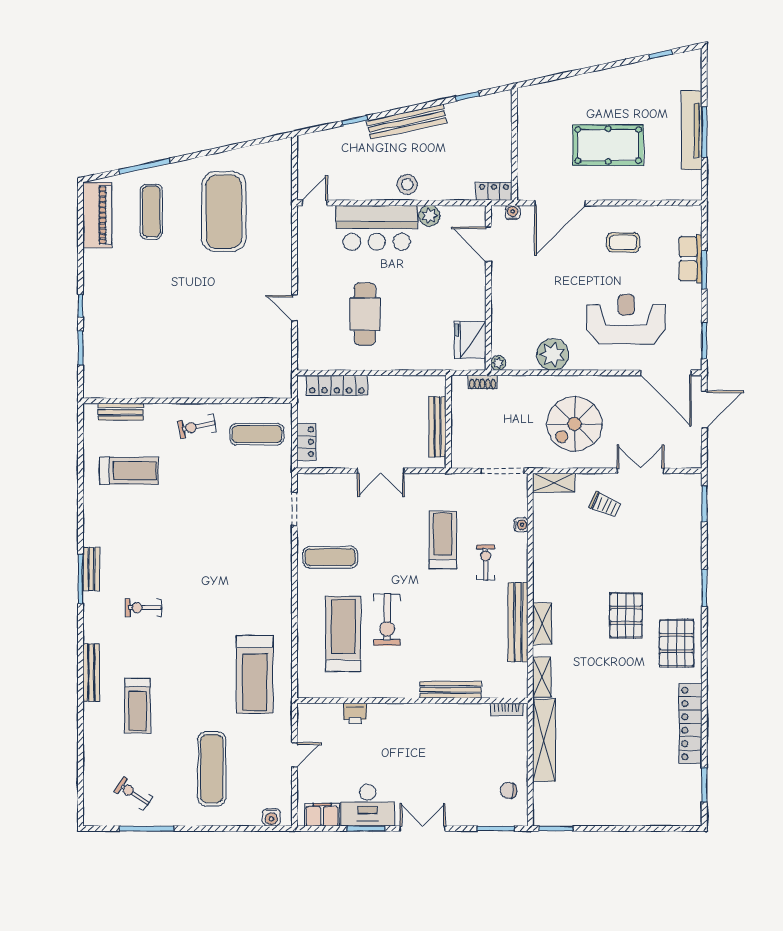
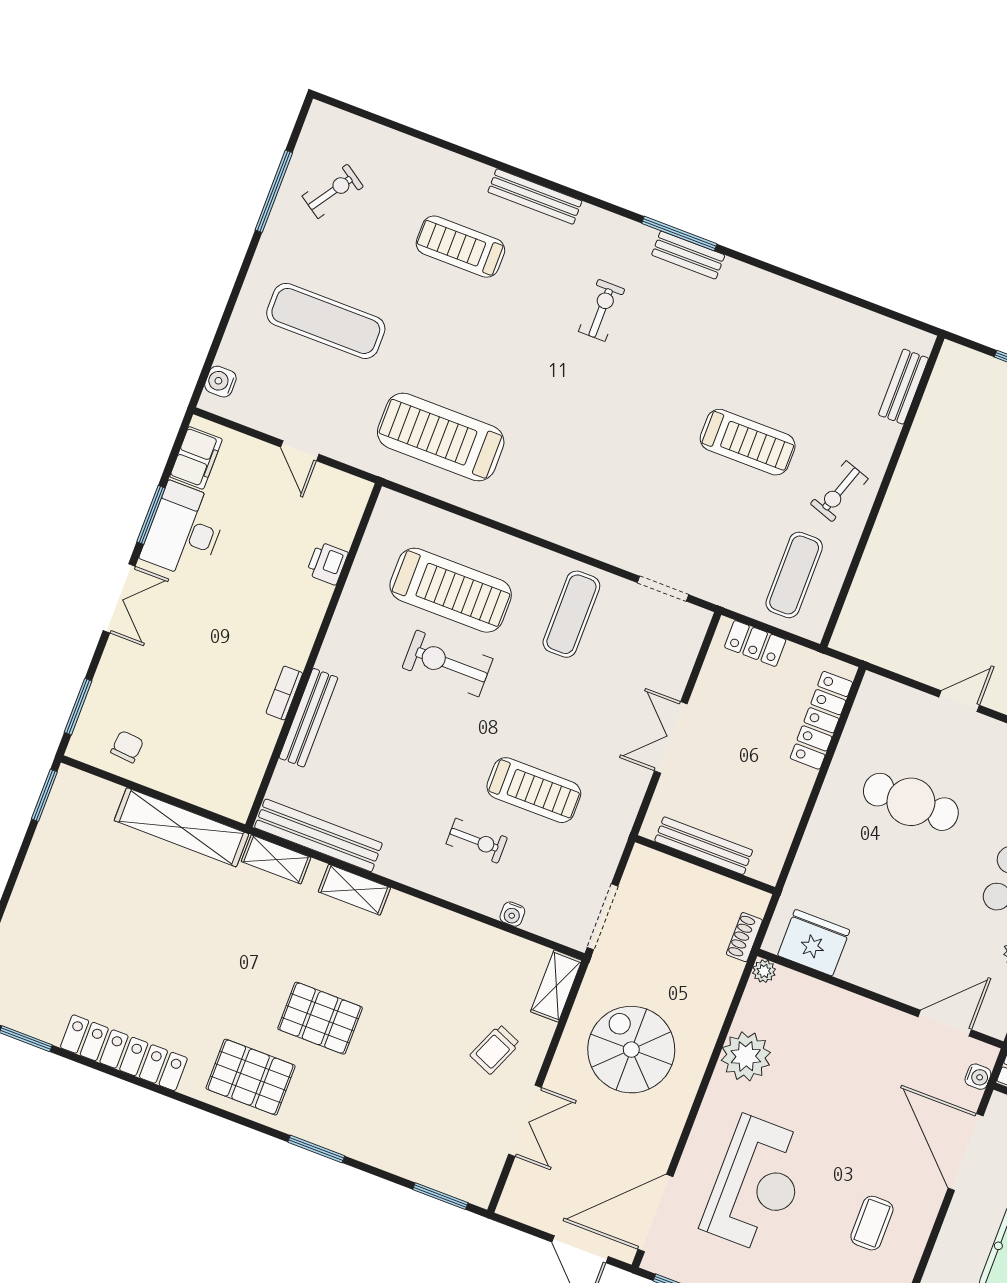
exercise bike: (197, 426) -> (839, 491), turned -150
treadmill: (129, 471) -> (748, 442), moved, turned -90
bench: (518, 622) -> (318, 835), moved
bookcase: (507, 710) -> (284, 693), moved

